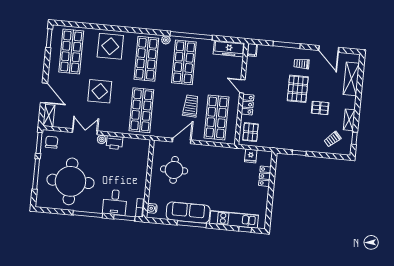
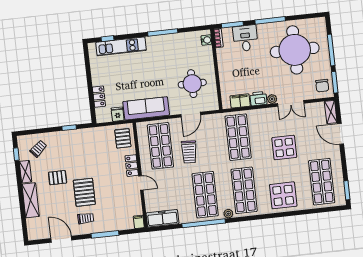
shelving: (351, 79) -> (31, 200), moved
filing cabinet: (132, 144) -> (240, 101), added
sofa: (188, 212) -> (146, 108), moved, turned 180

